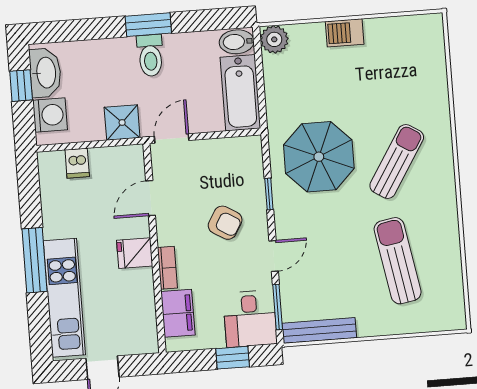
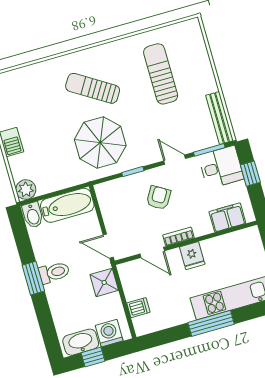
sun lounger: (398, 261) -> (161, 74), turned 100
bookcase: (167, 268) -> (178, 236), moved

